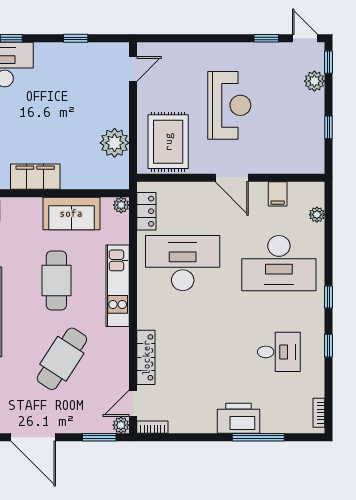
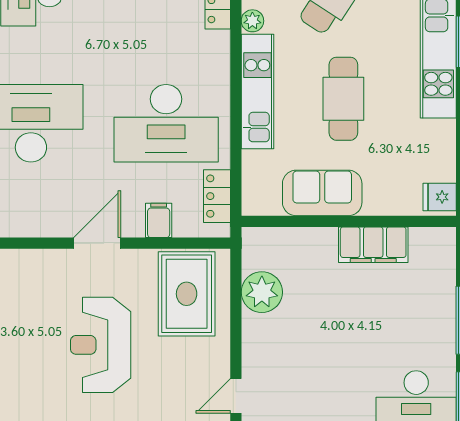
door: (232, 178) -> (97, 243), hinge flipped
filing cabinet: (278, 194) -> (159, 220), moved
plant: (121, 205) -> (252, 21), moved

